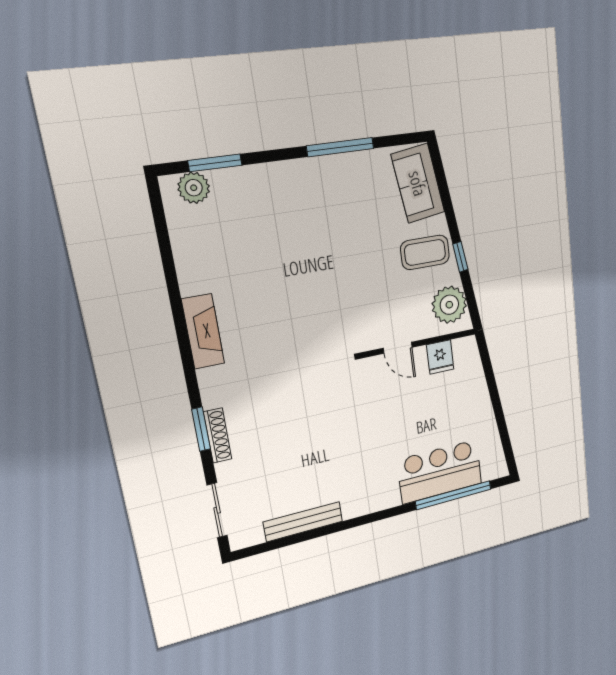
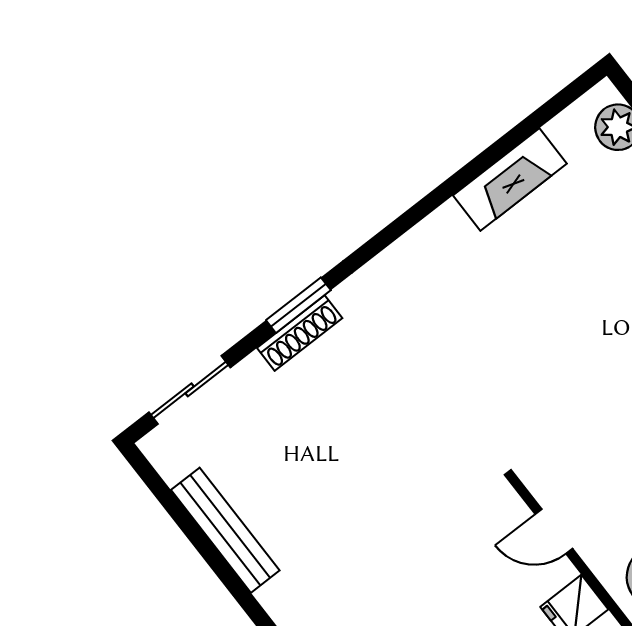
fireplace: (203, 331) -> (510, 179), moved
door: (398, 348) -> (554, 531), hinge flipped

